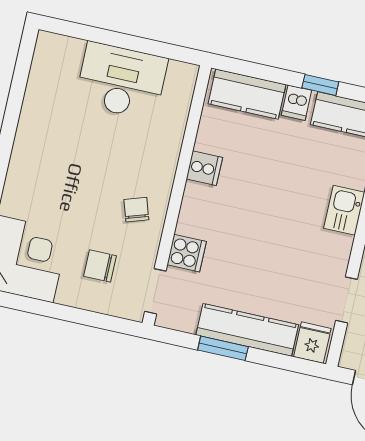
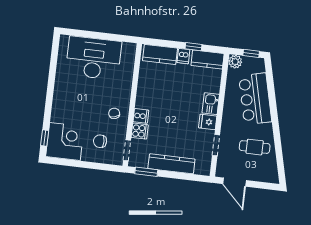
desk: (121, 81) -> (94, 58), width x1.36, depth x1.30
cooker: (204, 168) -> (141, 116), moved
fridge: (312, 343) -> (208, 122), moved, turned -90
window: (223, 348) -> (146, 172), moved

